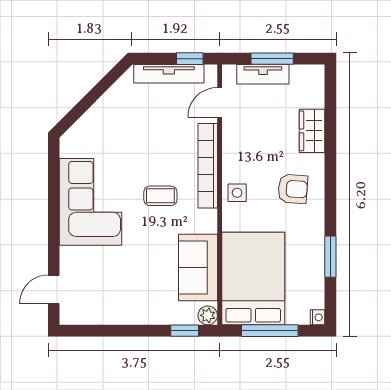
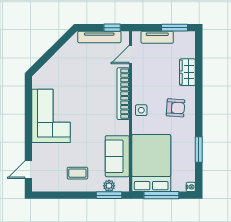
window: (272, 59) -> (175, 28), moved
coffee table: (160, 196) -> (77, 173), moved
plant: (208, 315) -> (109, 186), moved
window: (185, 331) -> (109, 195), width x1.50

